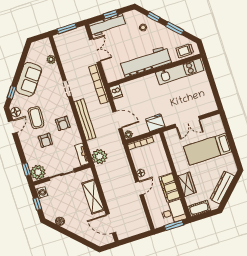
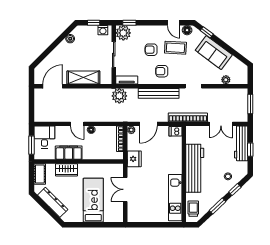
desk: (173, 212) -> (44, 137), moved, turned 180

